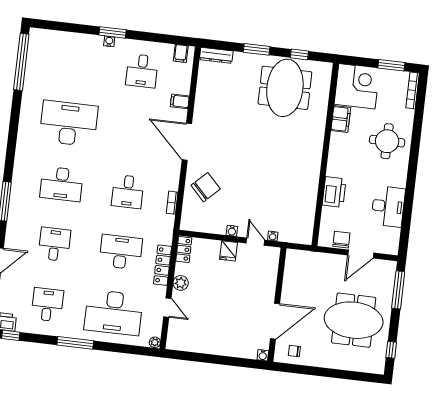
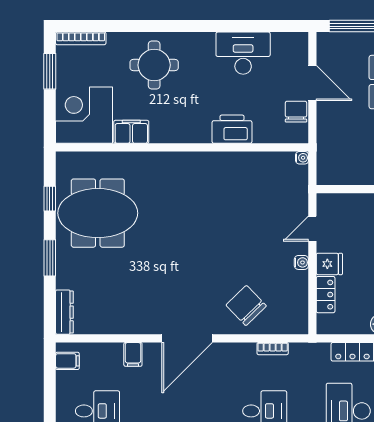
water cooler: (273, 236) -> (302, 158), moved
chair: (341, 240) -> (296, 112), turned 90
locker: (184, 249) -> (326, 295), moved, turned 90

